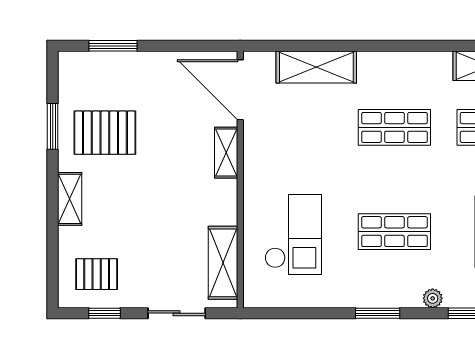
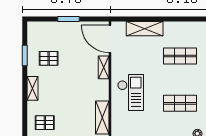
window: (113, 46) -> (69, 19), moved
pallet: (105, 133) -> (49, 58), width x0.67, depth x0.71
checkout: (293, 234) -> (131, 93), moved

